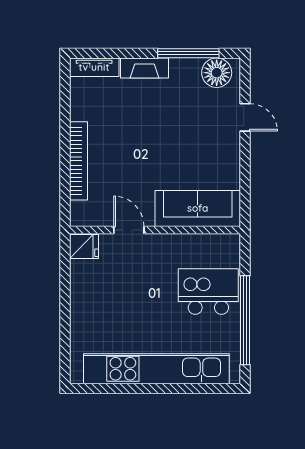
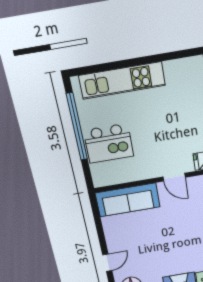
door: (245, 117) -> (107, 263), swing flipped
kitchen unit: (156, 369) -> (122, 80), width x0.73

